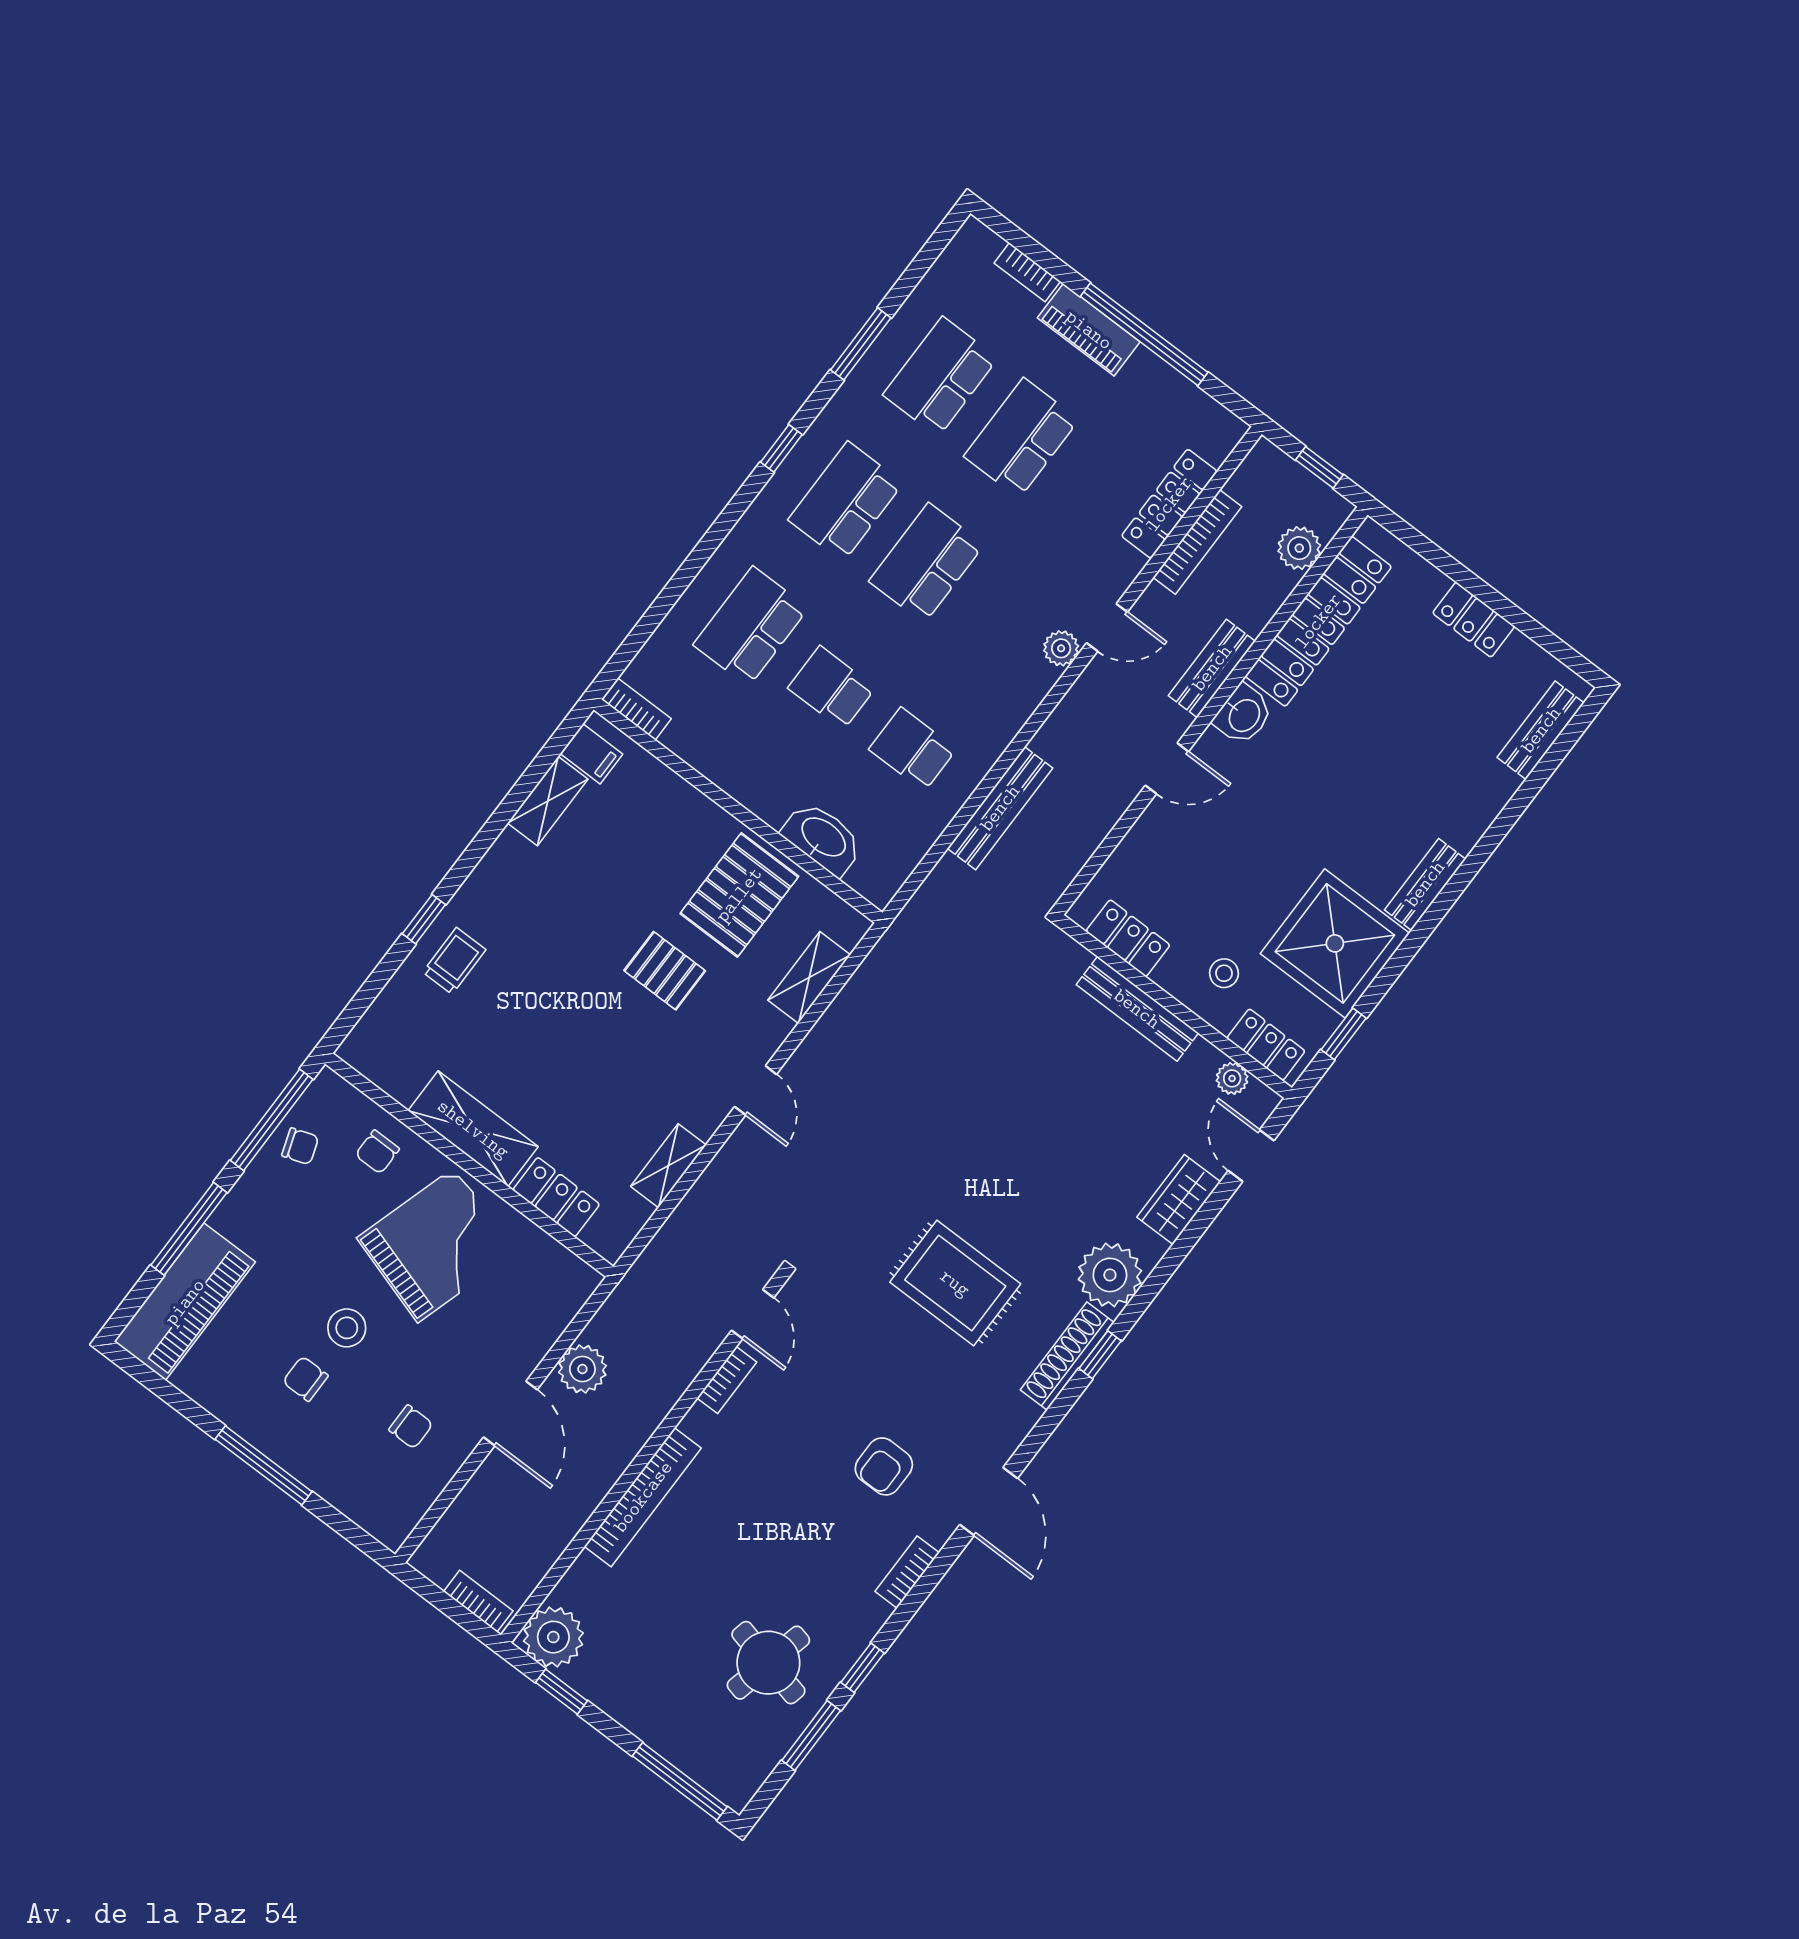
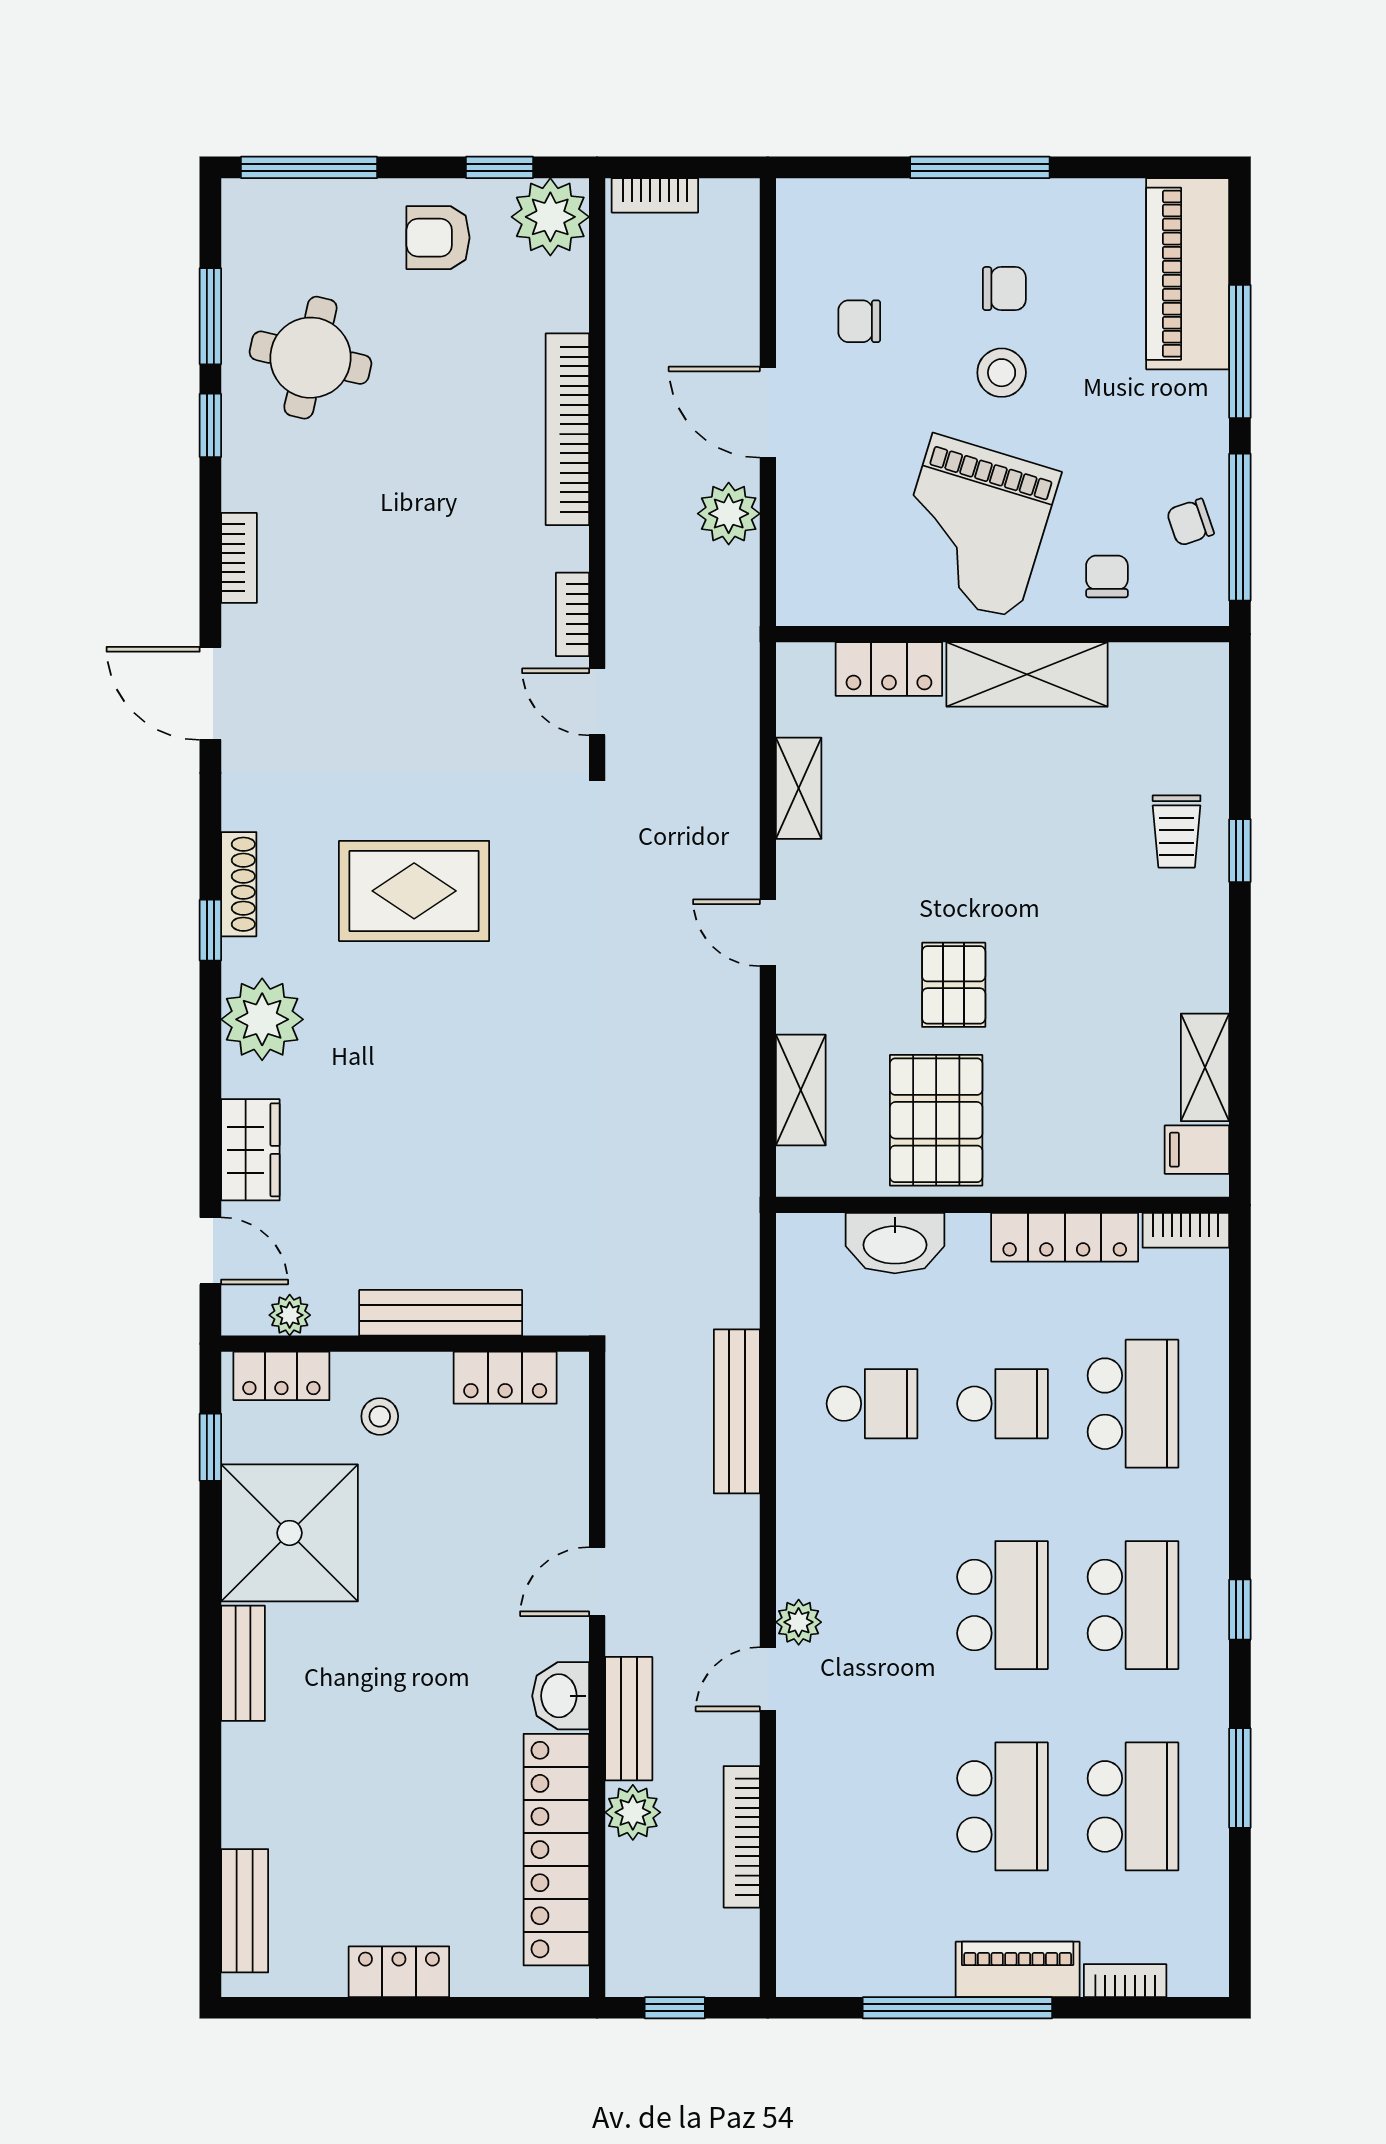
locker: (1169, 504) -> (1065, 1237), moved, turned 90
plant: (1299, 548) -> (633, 1812), moved
pallet: (665, 971) -> (954, 985), turned 90
shoe rack: (1067, 1356) -> (239, 884), width x0.74, depth x0.81
armchair: (884, 1466) -> (438, 238), moved, turned -90

